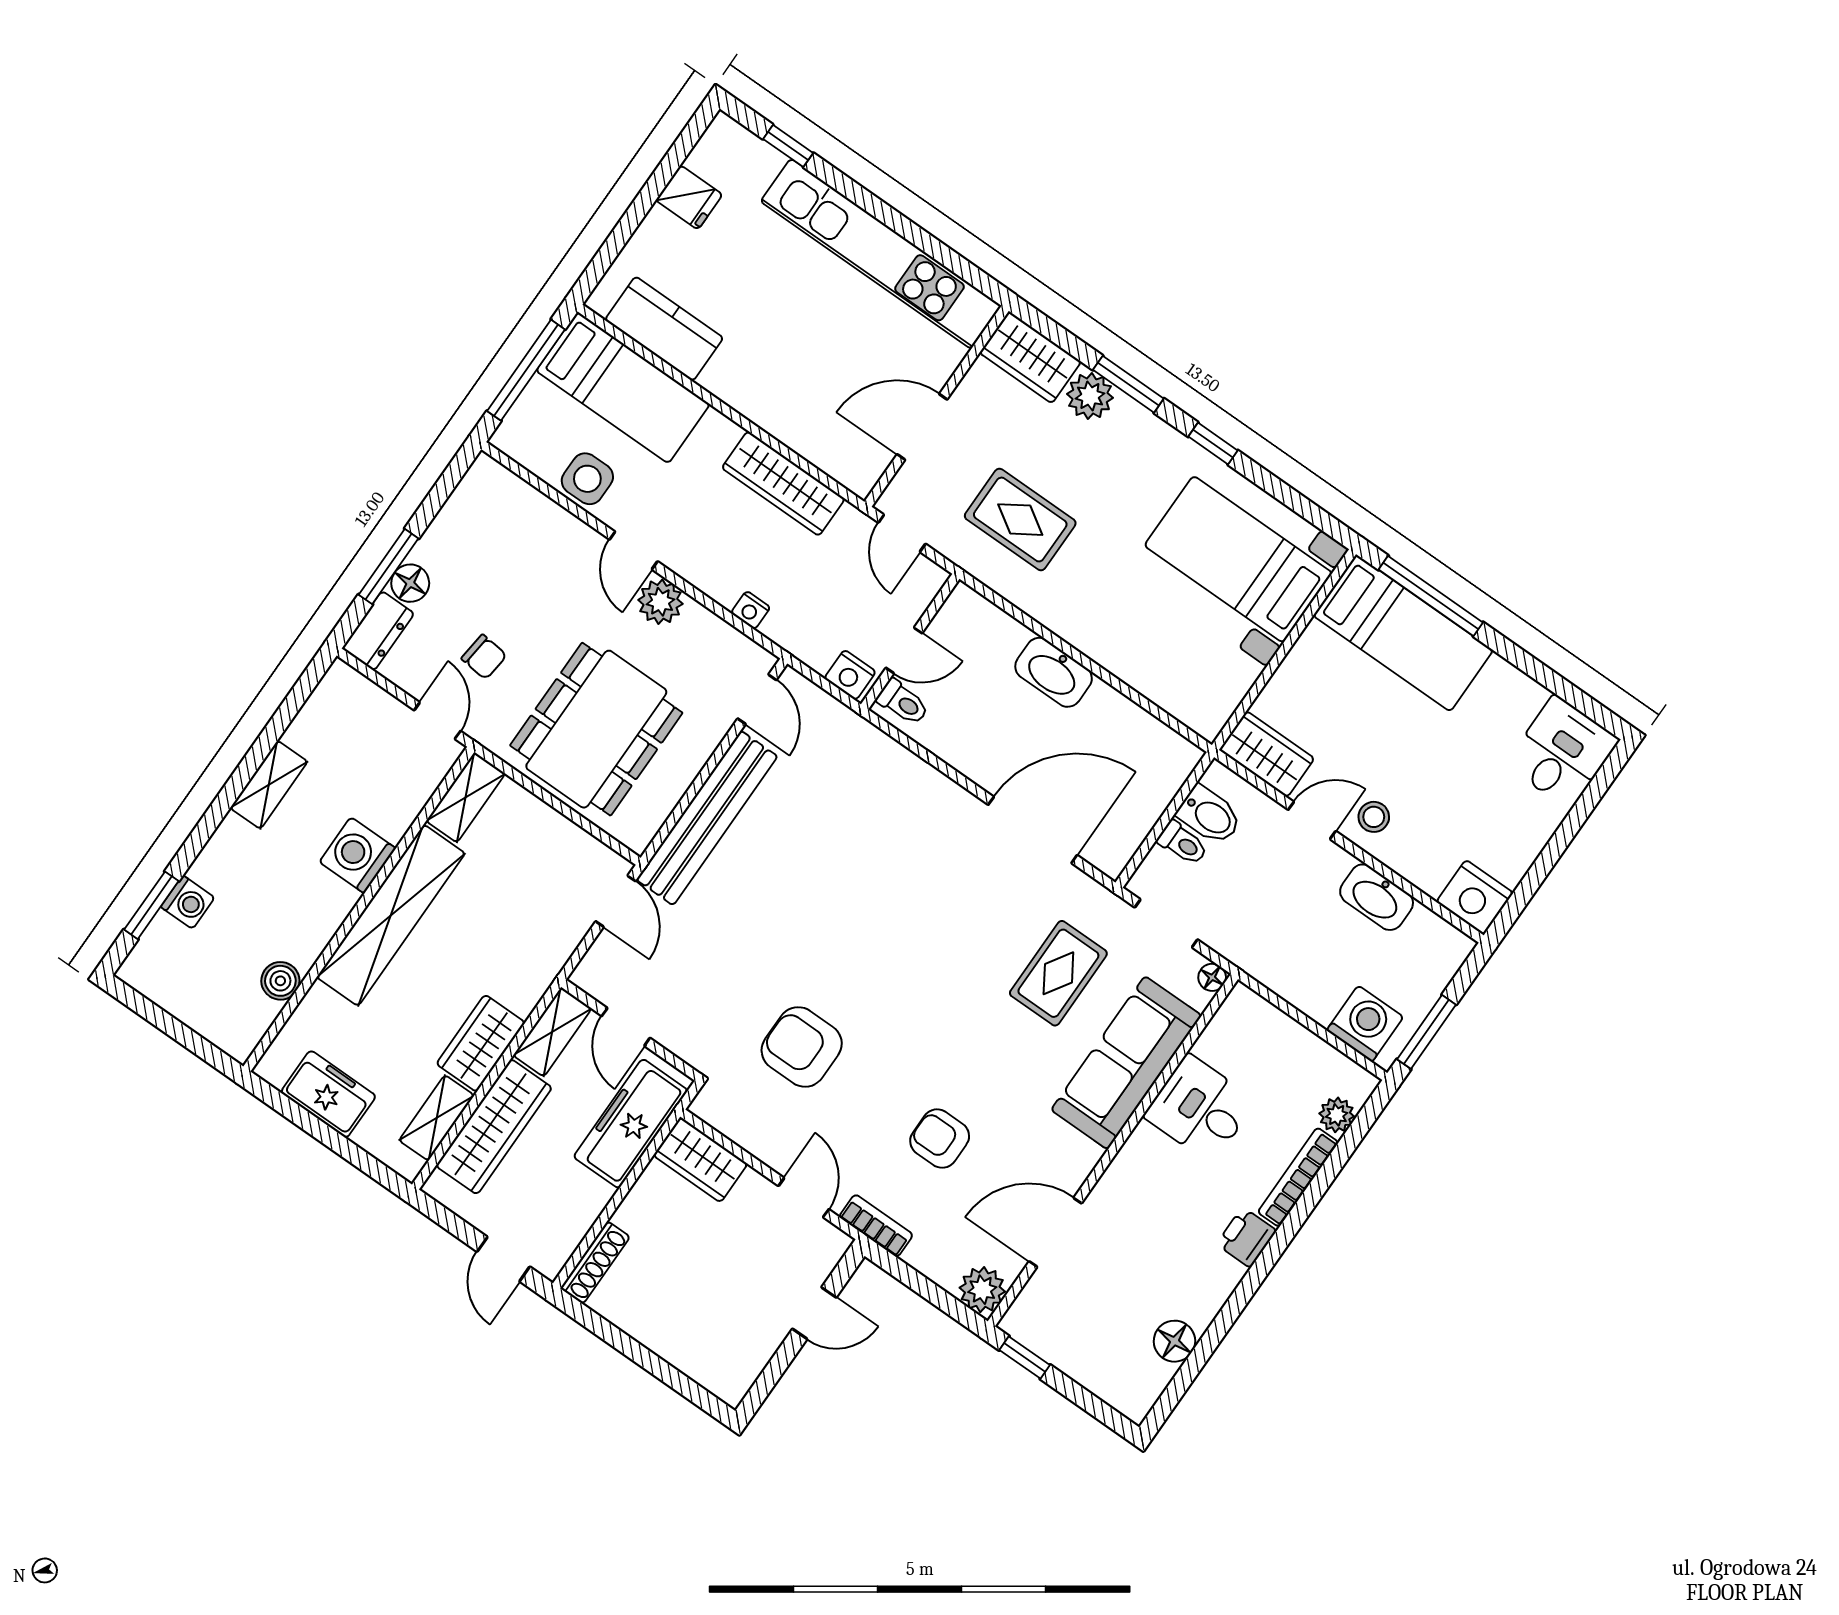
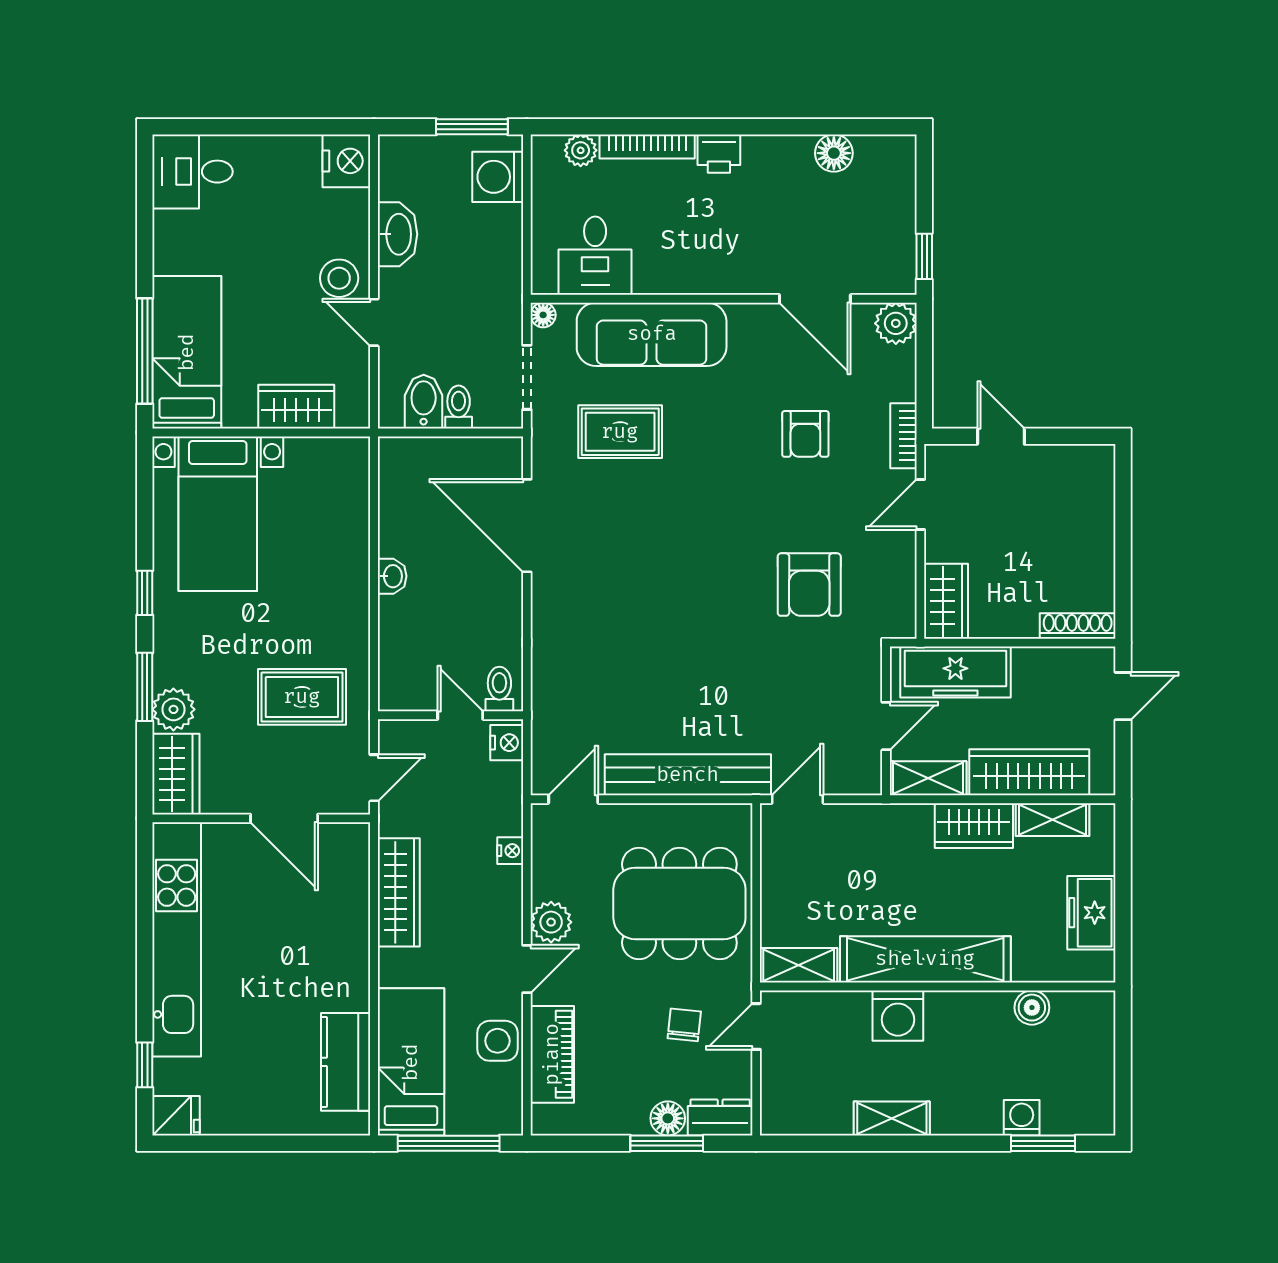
fridge: (689, 197) -> (176, 1116), moved, turned 90
piano: (541, 520) -> (552, 1054), added
rug: (1020, 520) -> (302, 697), turned 90
washbasin: (1054, 672) -> (392, 576), width x0.52, depth x0.69
wardrobe: (1267, 754) -> (296, 407), moved, turned 90
stool: (1374, 817) -> (339, 278), width x1.37, depth x1.37
desk: (1200, 1109) -> (595, 256), moved

